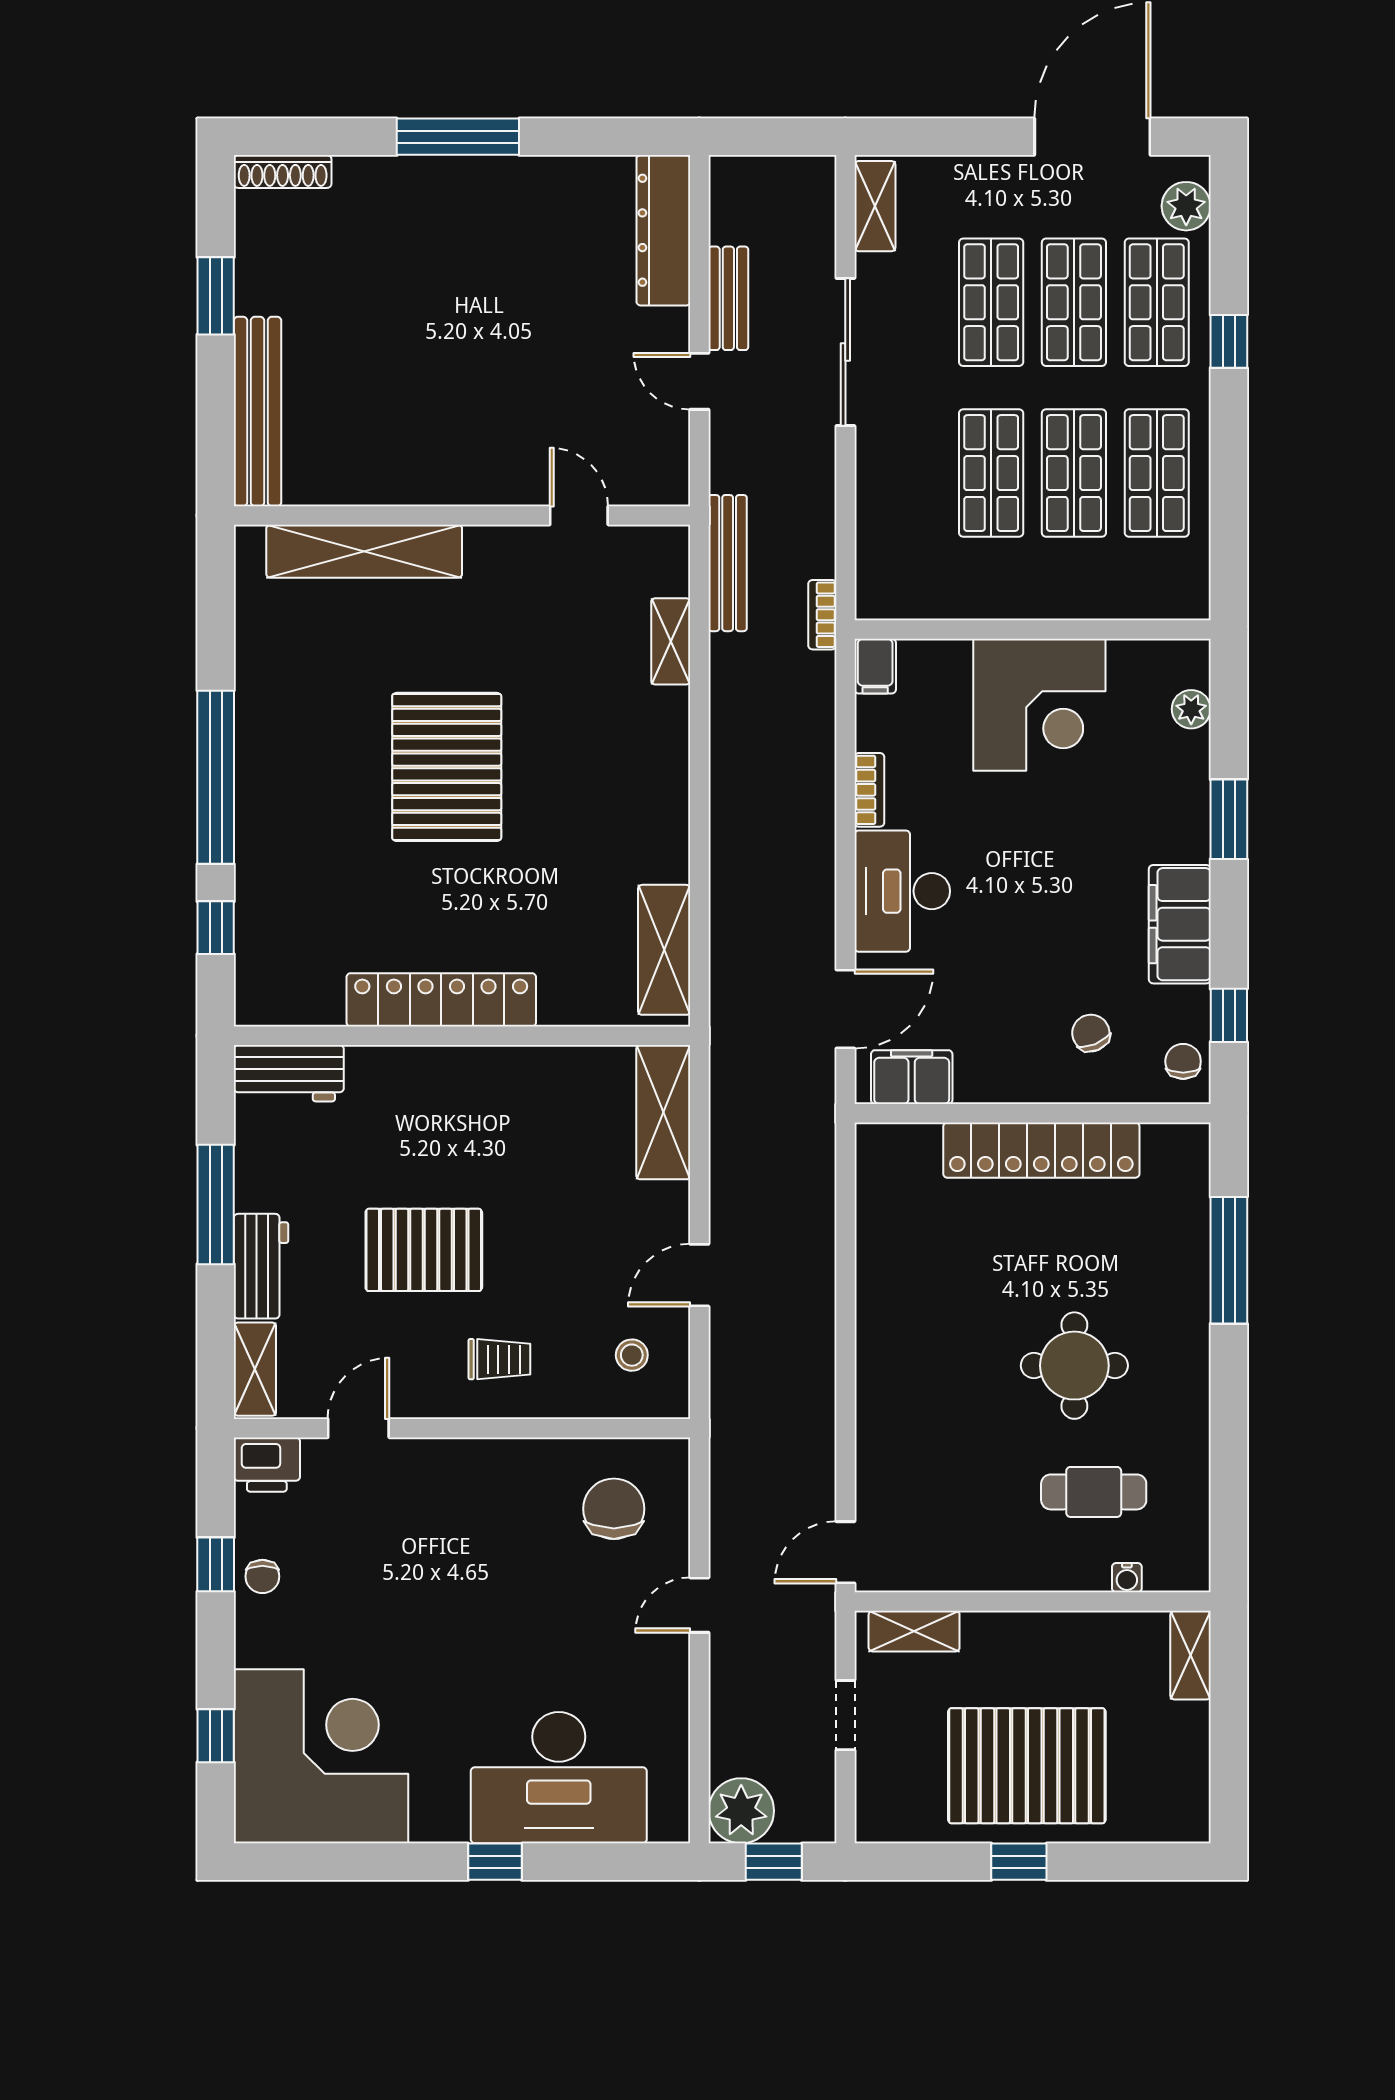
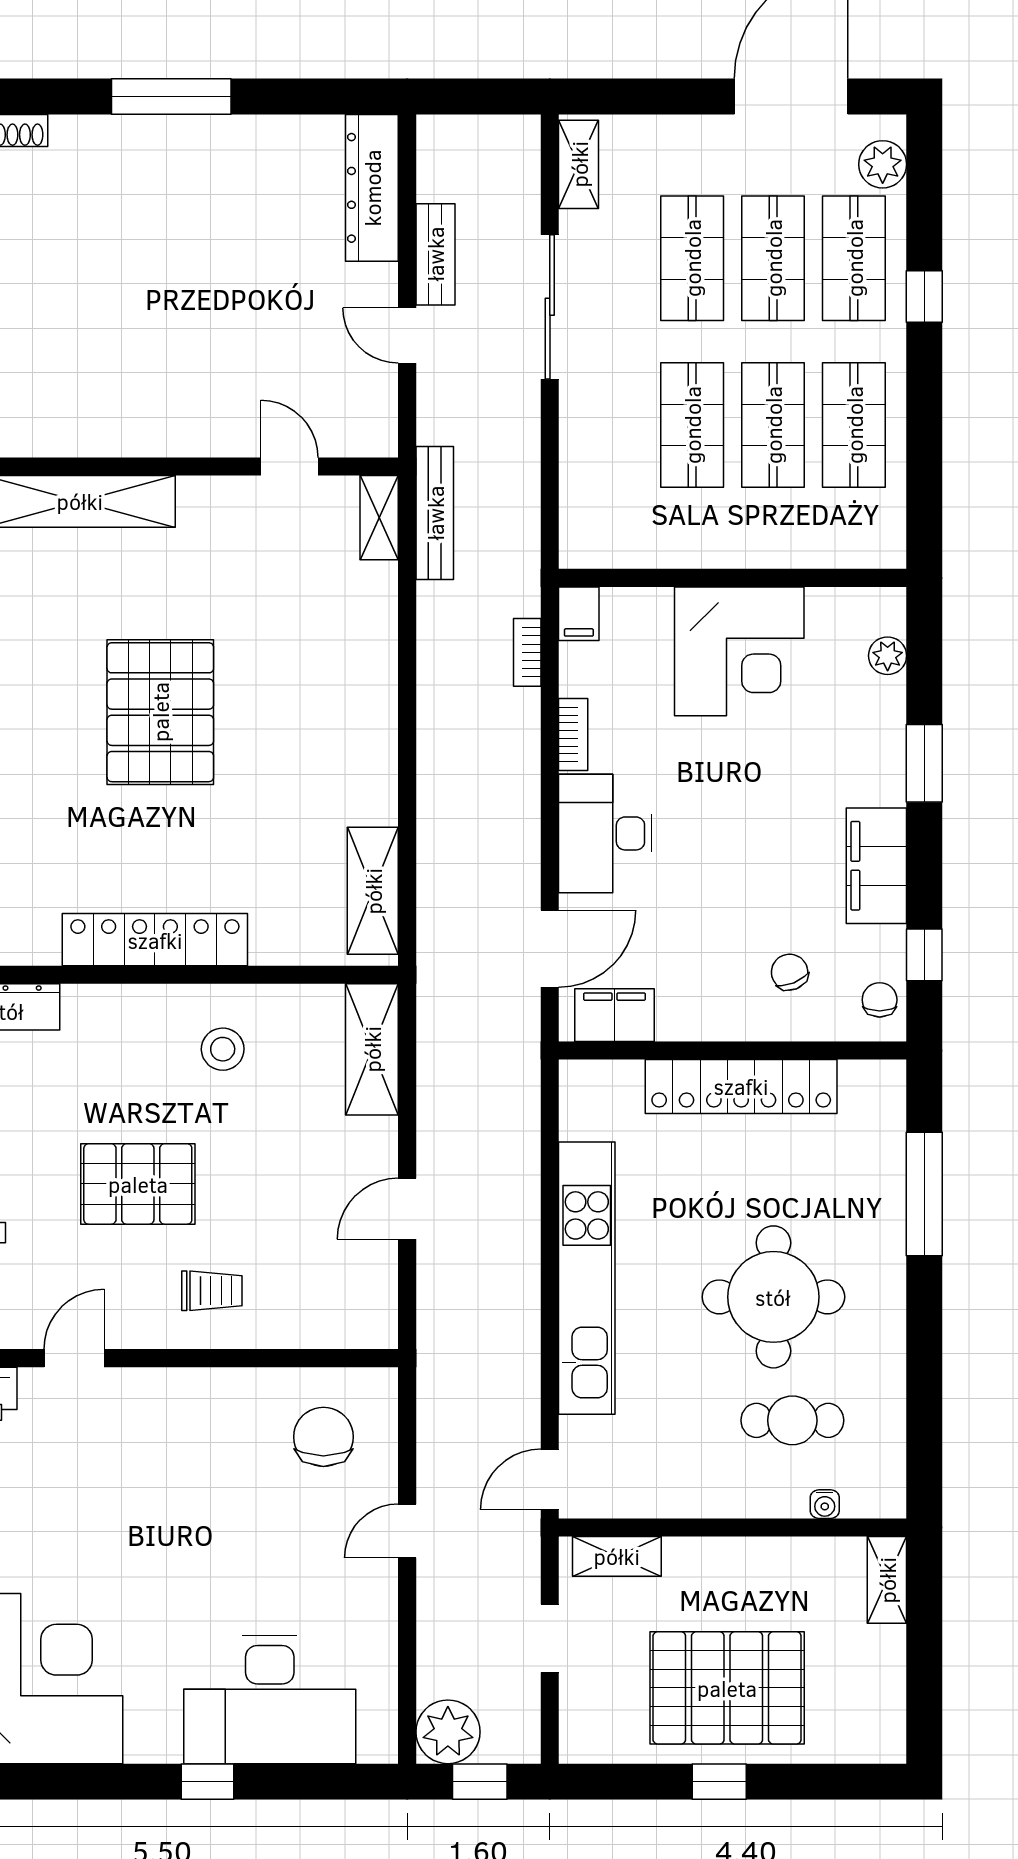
bookcase: (822, 615) -> (527, 652), moved
shelving: (671, 641) -> (379, 518), moved
kitchen unit: (883, 1346) -> (587, 1278), added
stool: (632, 1355) -> (223, 1049), moved, width x1.37, depth x1.37
round table: (1074, 1366) -> (773, 1297), width x1.36, depth x1.36

